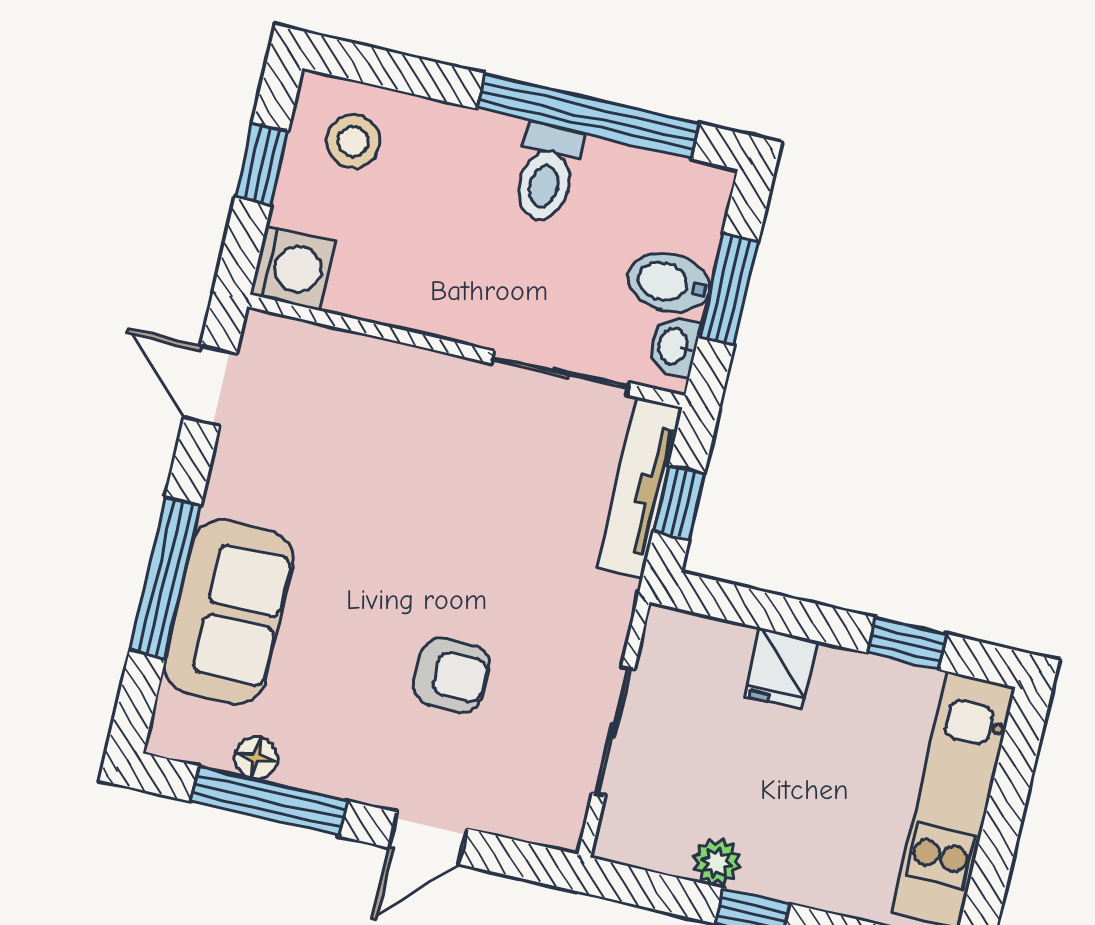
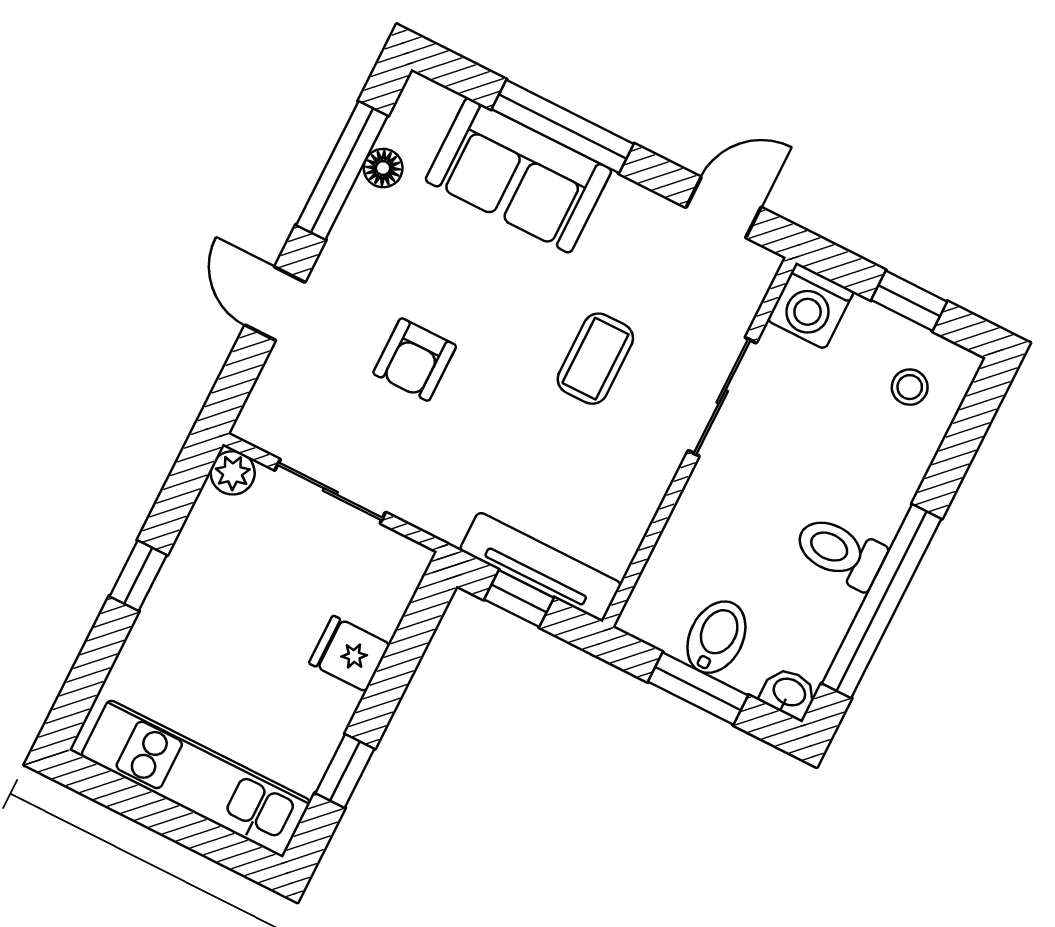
stool: (353, 141) -> (910, 387), width x0.73, depth x0.73
washbasin: (674, 346) -> (789, 693), moved
sliding door: (561, 373) -> (722, 397), moved
coffee table: (404, 483) -> (595, 359), added
plant: (717, 862) -> (233, 473), moved

